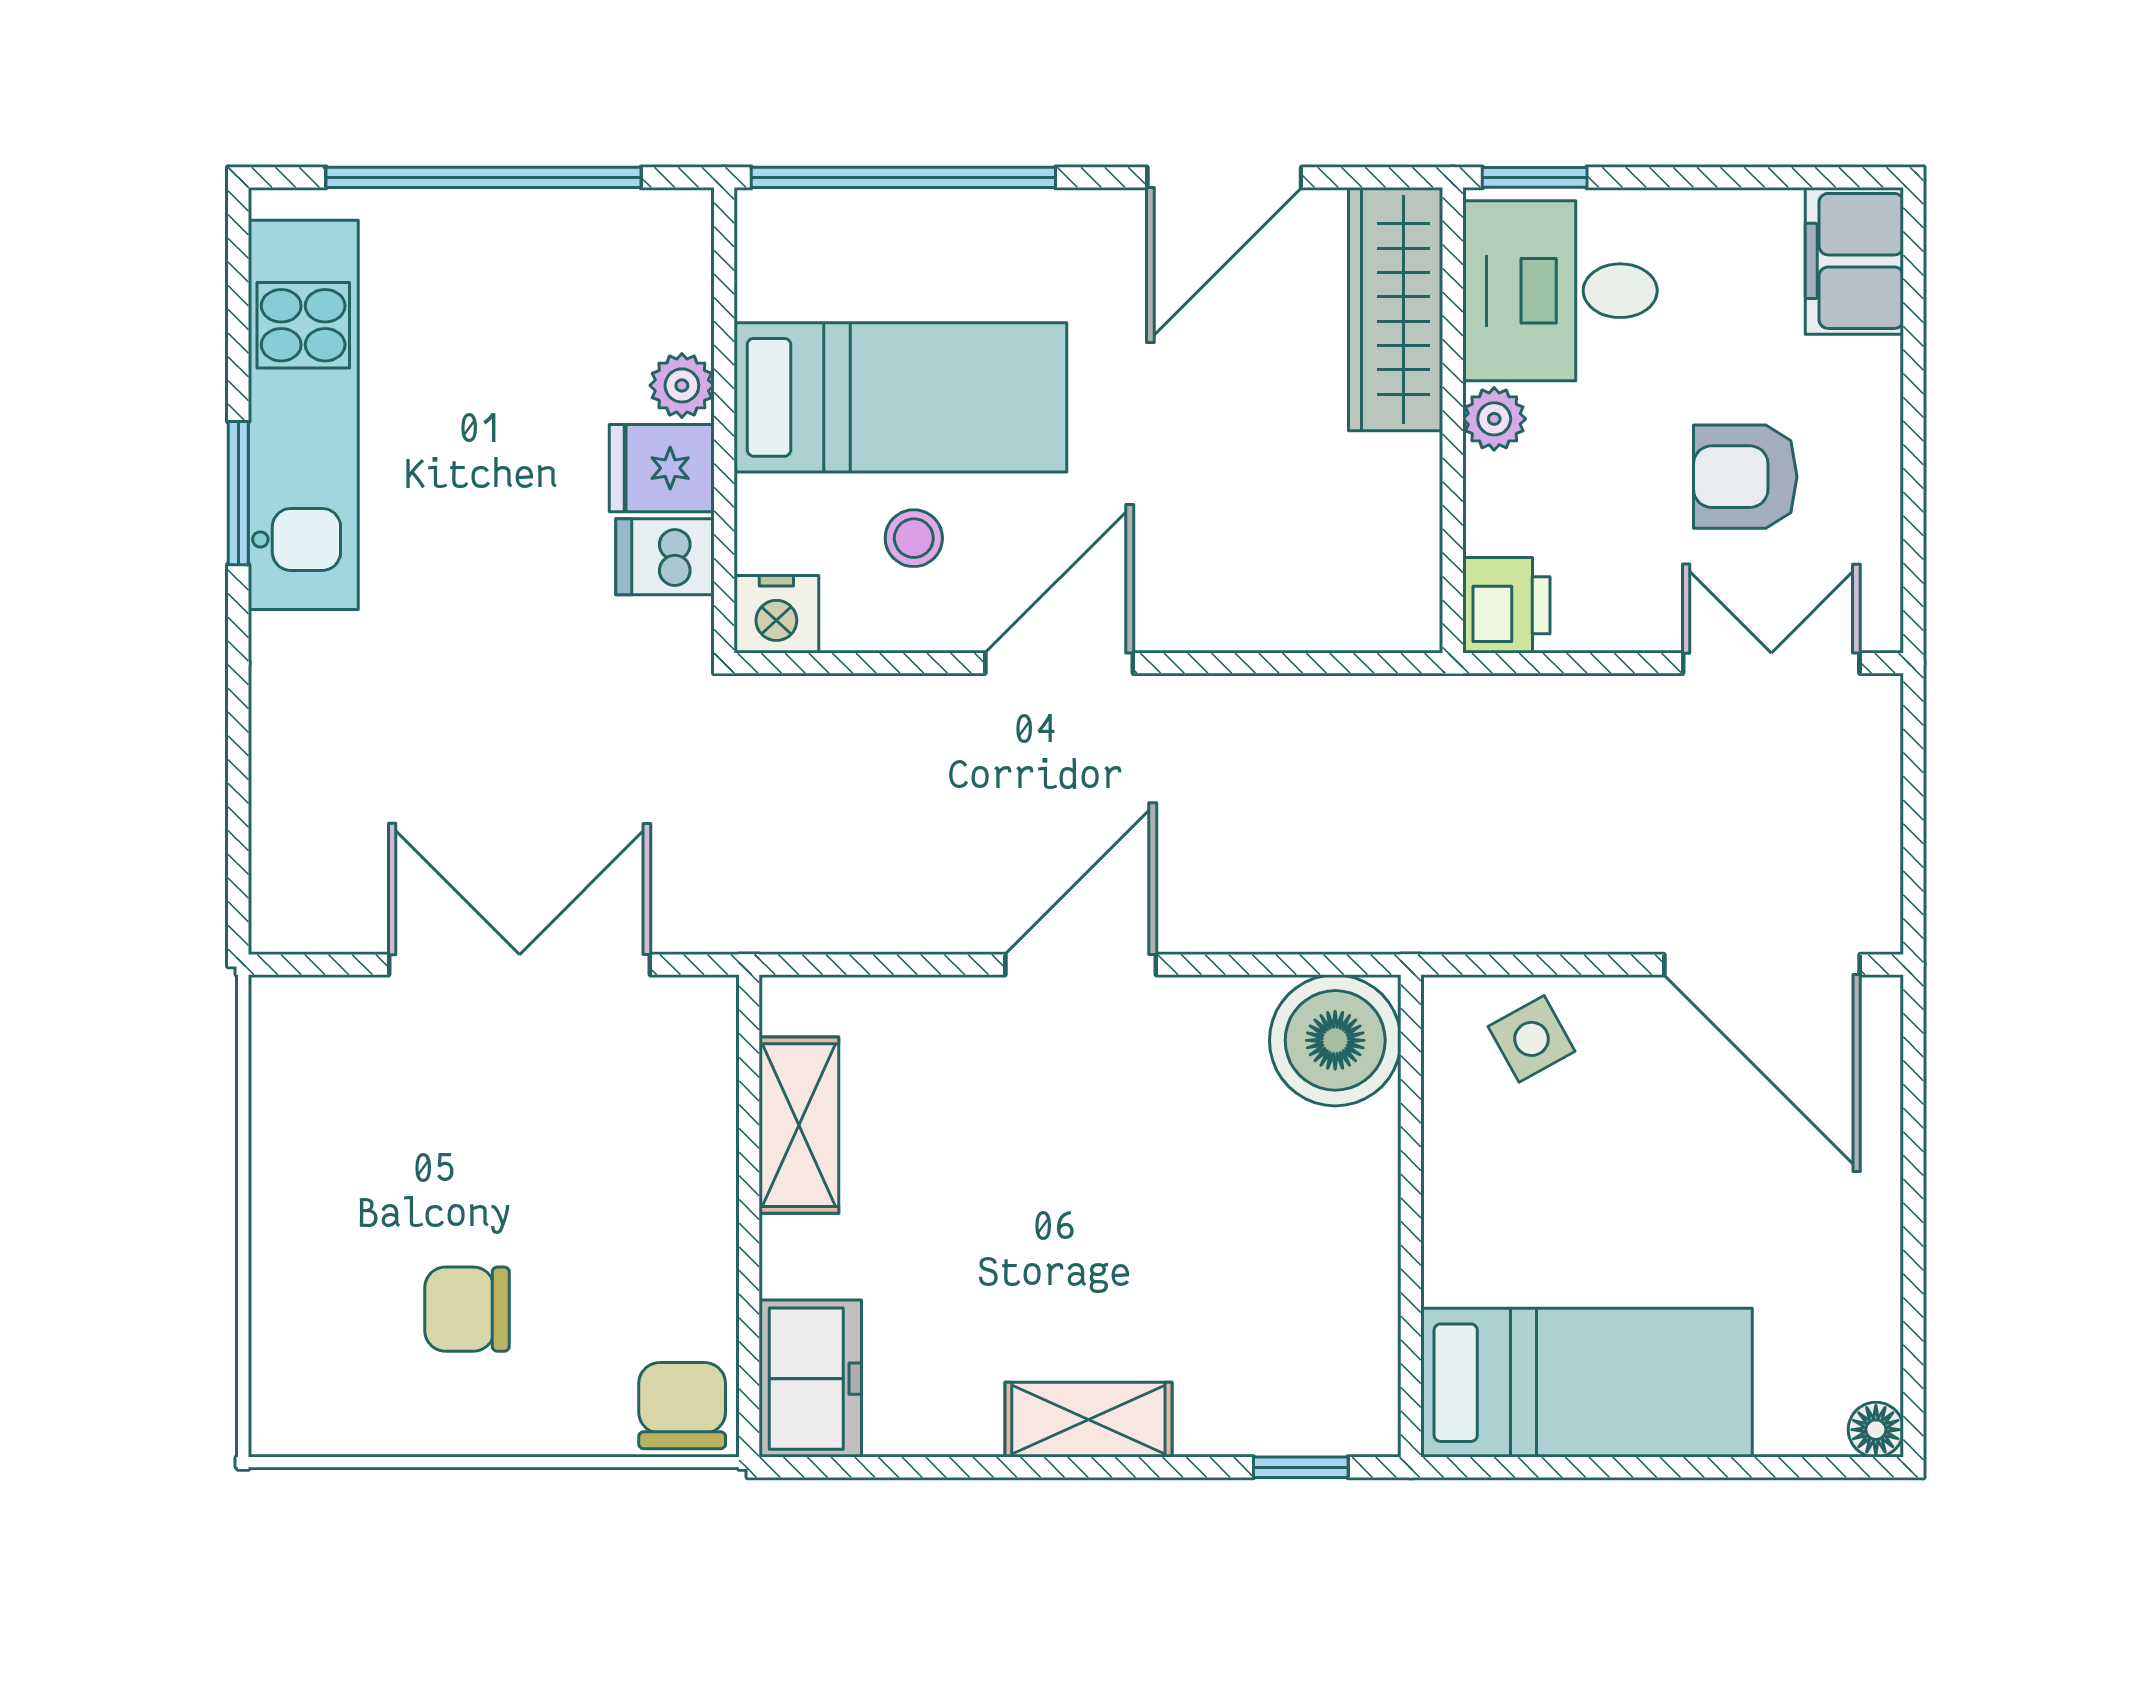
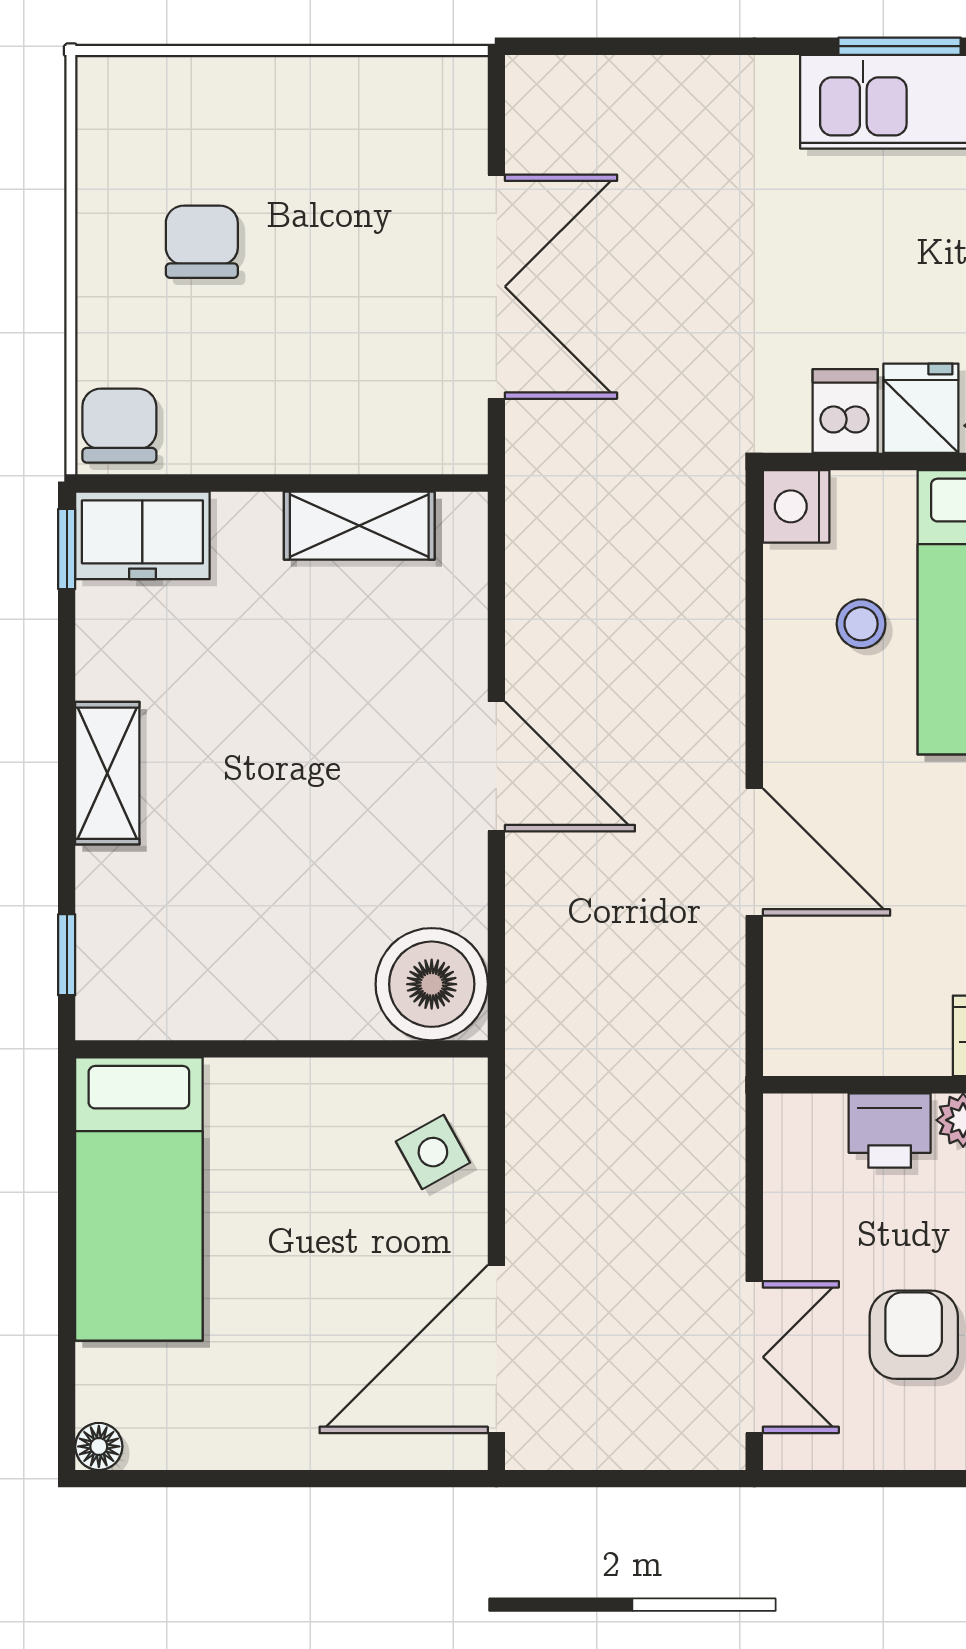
printer: (1506, 605) -> (890, 1130), moved
door: (1059, 663) -> (754, 852), moved
chair: (682, 1406) -> (119, 426), turned -90
window: (826, 1467) -> (67, 549), added

